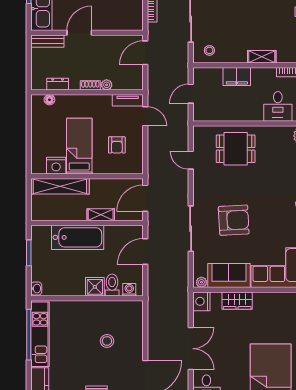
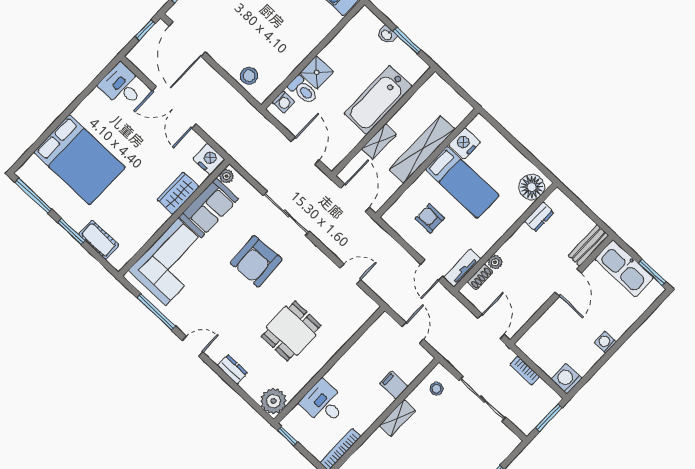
shelving: (262, 57) -> (397, 418), moved
filing cabinet: (237, 77) -> (394, 385), width x0.50
shoe rack: (90, 85) -> (480, 277), moved
floor lamp: (49, 100) -> (532, 187), width x1.89, depth x1.89
door: (145, 116) -> (432, 270), hinge flipped
dining table: (236, 149) -> (291, 331), moved
shelving: (60, 186) -> (422, 149), moved
washbasin: (36, 289) -> (387, 35), moved
stool: (107, 341) -> (249, 76), moved

